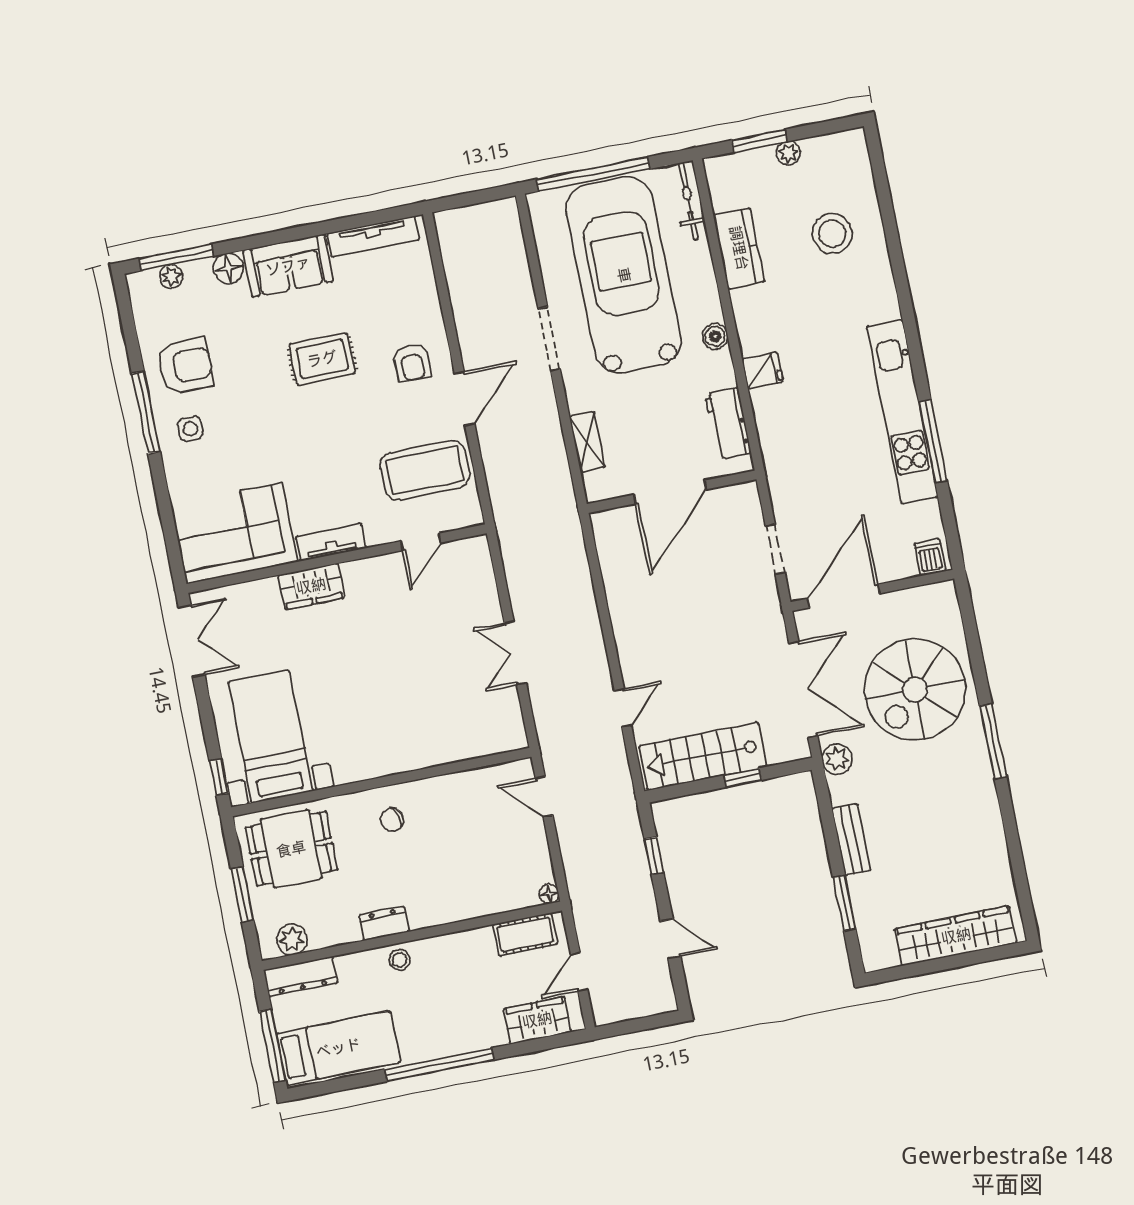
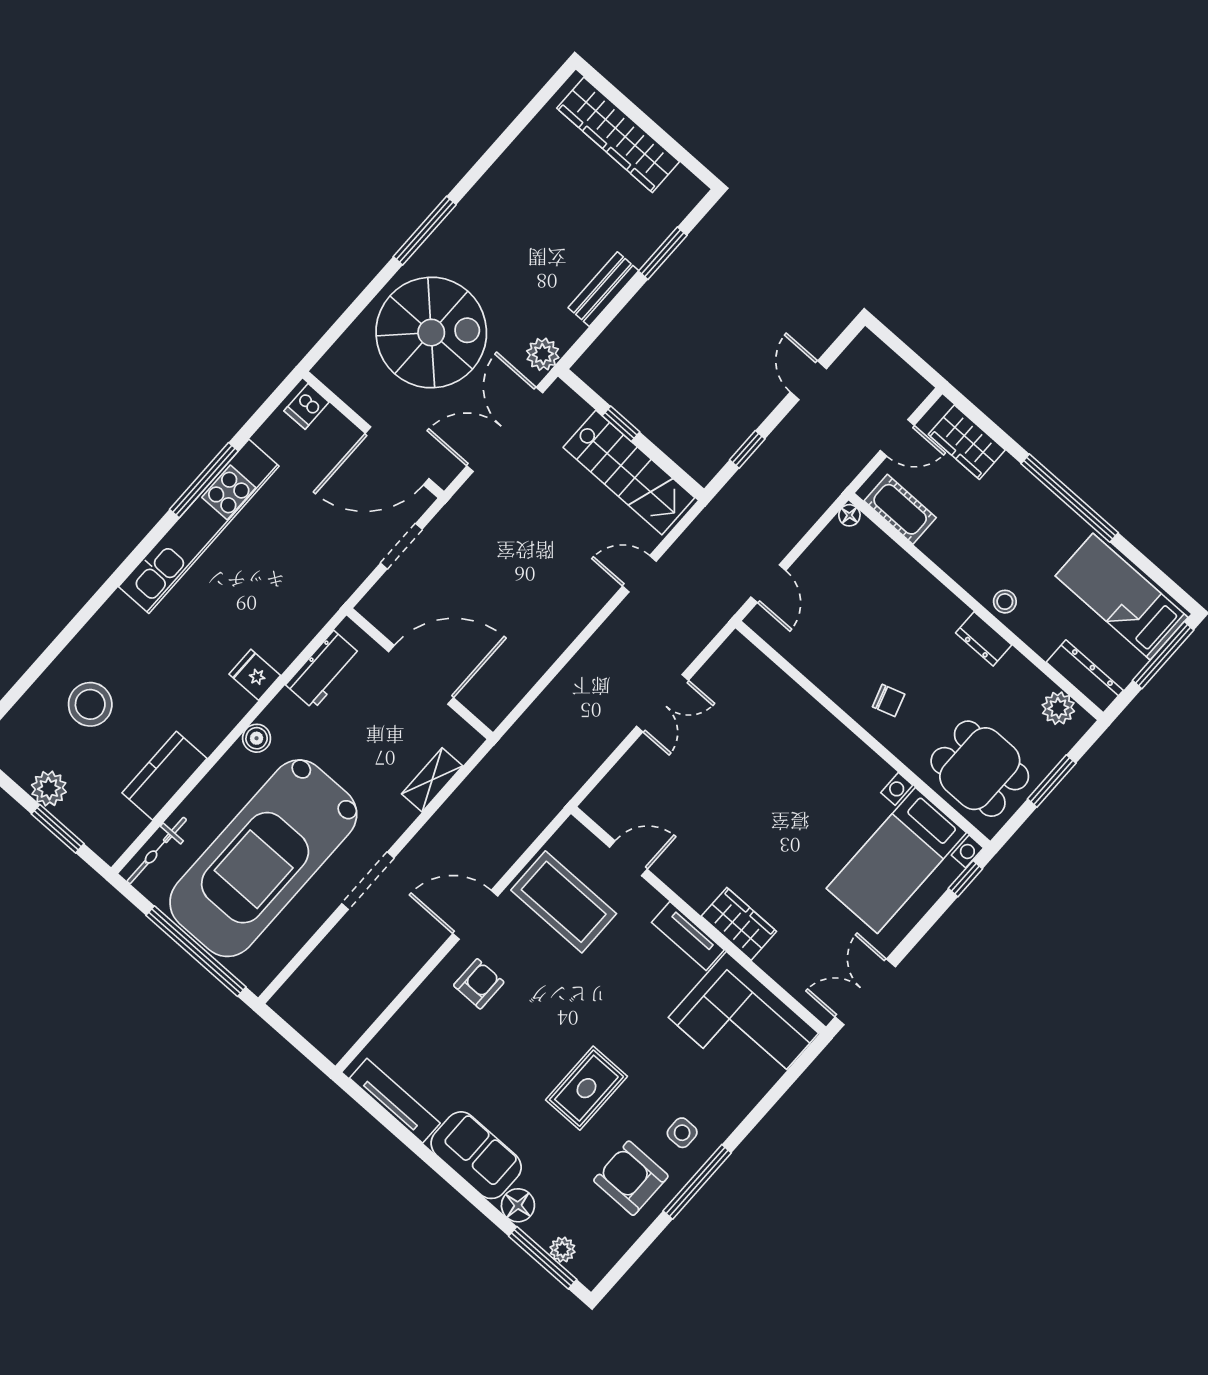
plant: (788, 153) -> (49, 789), width x1.38, depth x1.38
rug: (322, 359) -> (586, 1088), moved, turned 90

